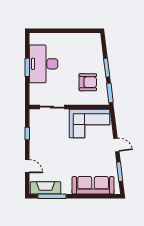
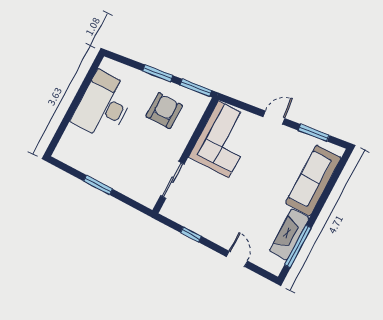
desk: (44, 64) -> (103, 105), moved, turned 90
door: (27, 166) -> (237, 259), hinge flipped
fireplace: (46, 188) -> (289, 234), moved

